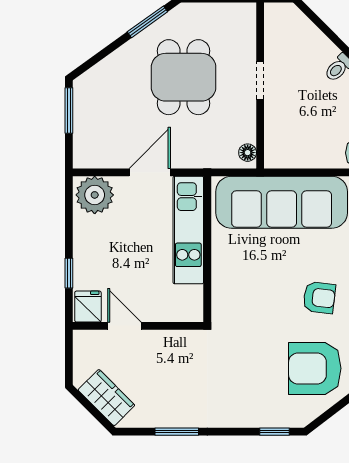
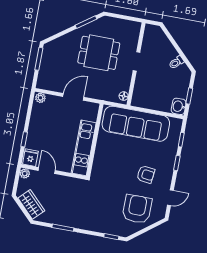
dining table: (184, 77) -> (99, 53), turned 90
plant: (95, 195) -> (40, 98), width x0.53, depth x0.53
kitchen unit: (188, 230) -> (84, 148), moved
plant: (83, 340) -> (25, 173), added
armchair: (315, 368) -> (137, 209), turned 90

